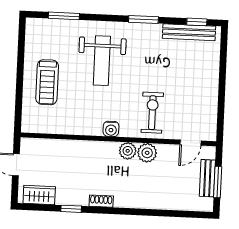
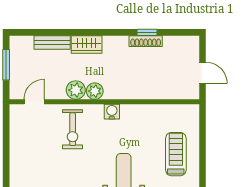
bench: (207, 178) -> (52, 42), moved, turned 90
wardrobe: (39, 195) -> (87, 44), moved
shoe rack: (101, 201) -> (146, 41), moved, width x1.43

